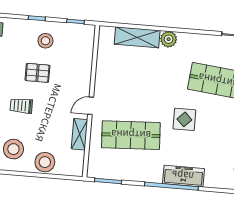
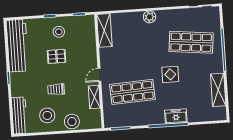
shelving: (137, 37) -> (104, 30), moved, turned 90
trolley: (21, 106) -> (56, 89), moved
freezer: (183, 176) -> (176, 116), width x0.71

